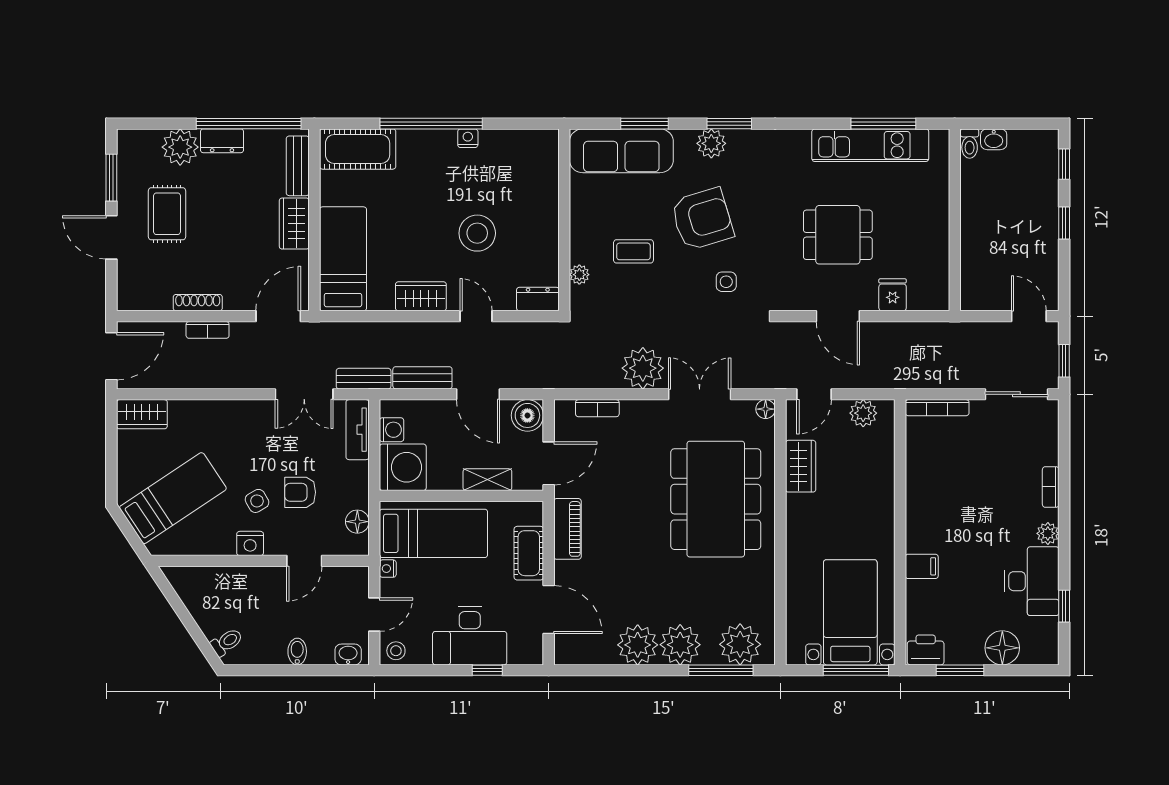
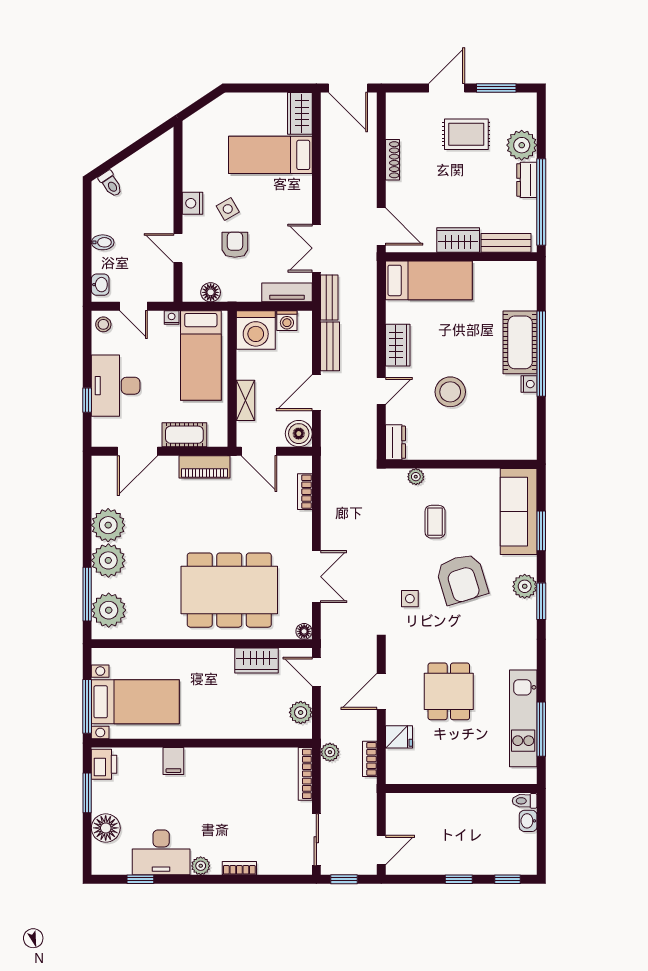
cot: (358, 149) -> (520, 342), moved
bookcase: (208, 330) -> (370, 759), moved
plant: (643, 368) -> (330, 752), moved, width x0.53, depth x0.53
bed: (173, 498) -> (270, 155), moved, turned 124

